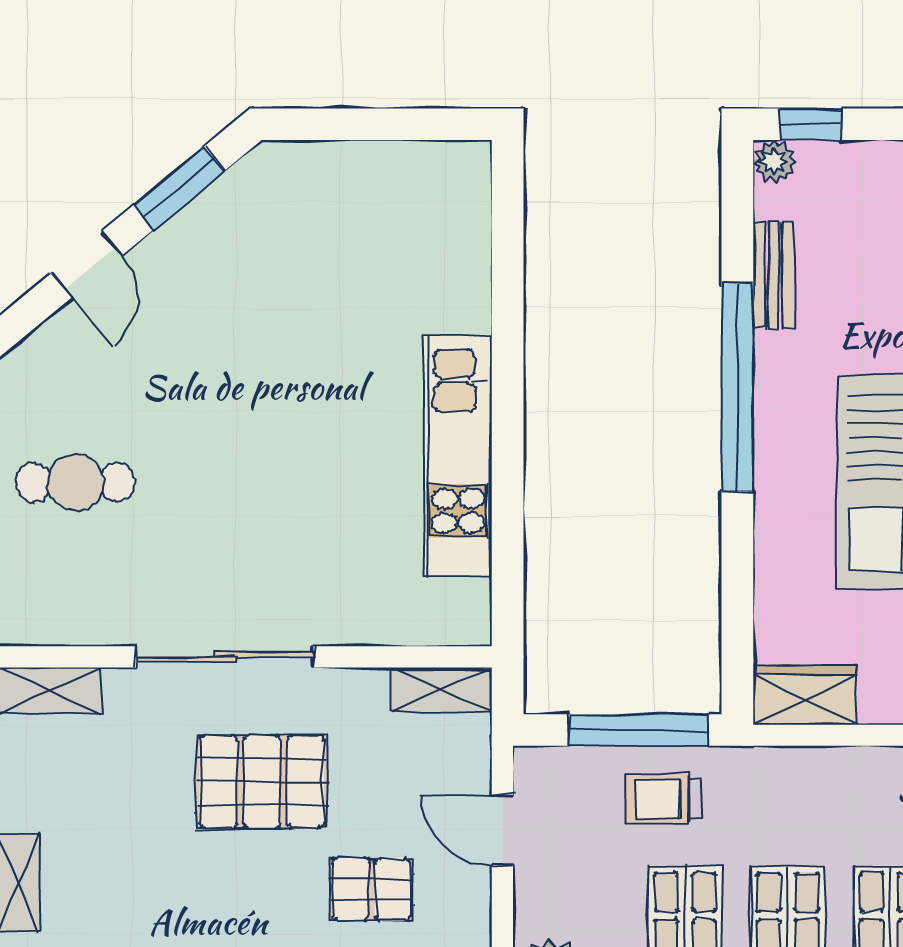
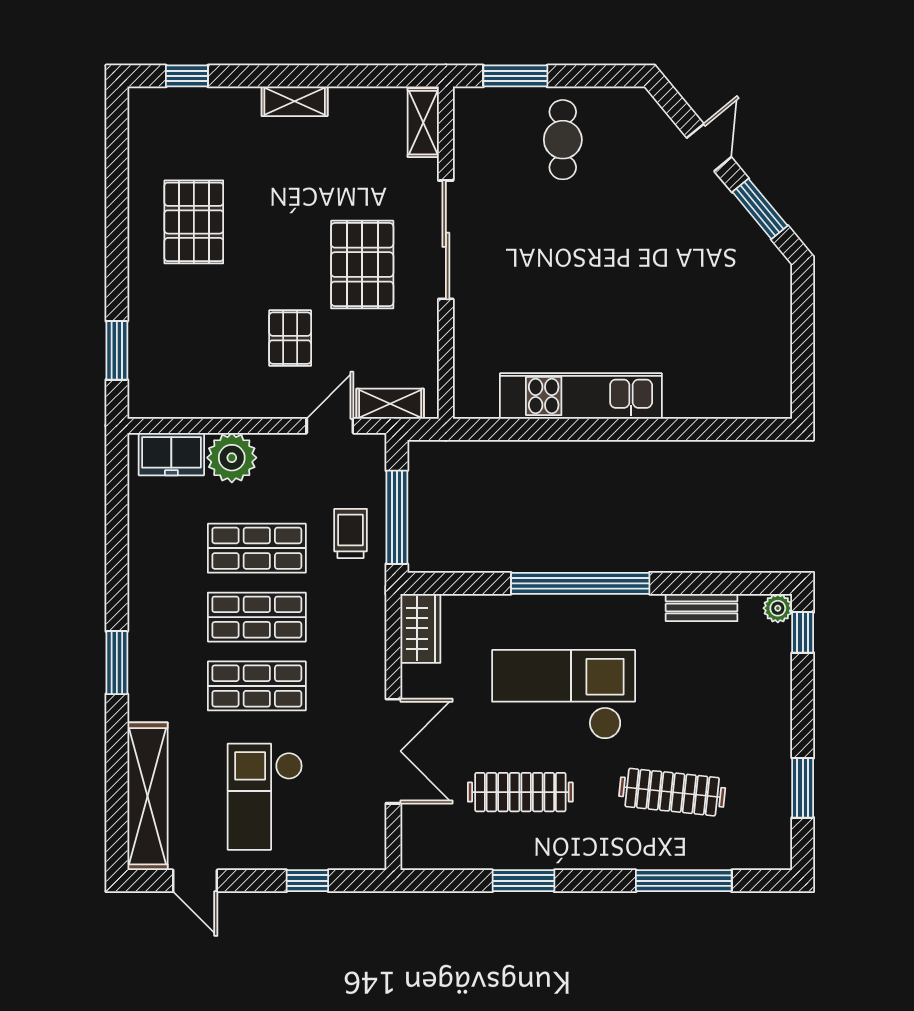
door: (87, 264) -> (709, 147), swing flipped
window: (737, 387) -> (580, 583), moved
shelving: (442, 690) -> (390, 404), moved, turned 90

